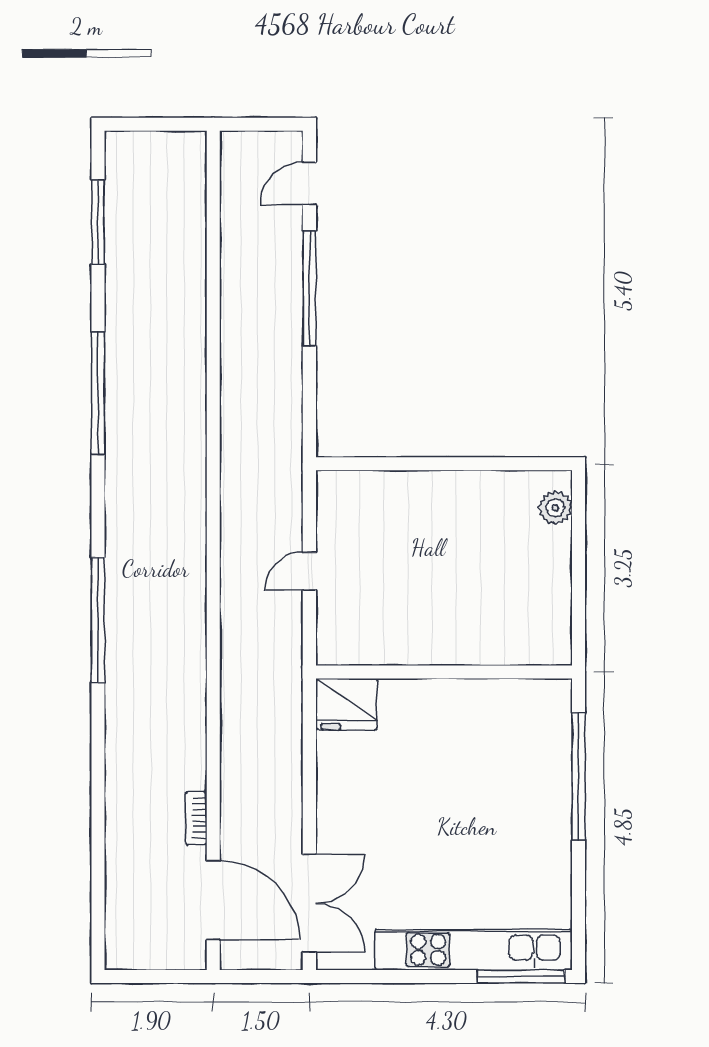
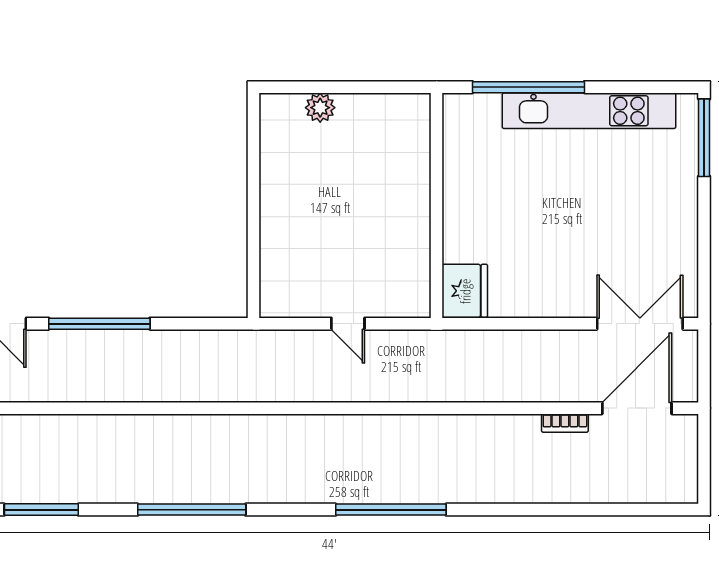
plant: (555, 508) -> (320, 108), moved
kitchen unit: (473, 950) -> (589, 111), moved, turned -90

